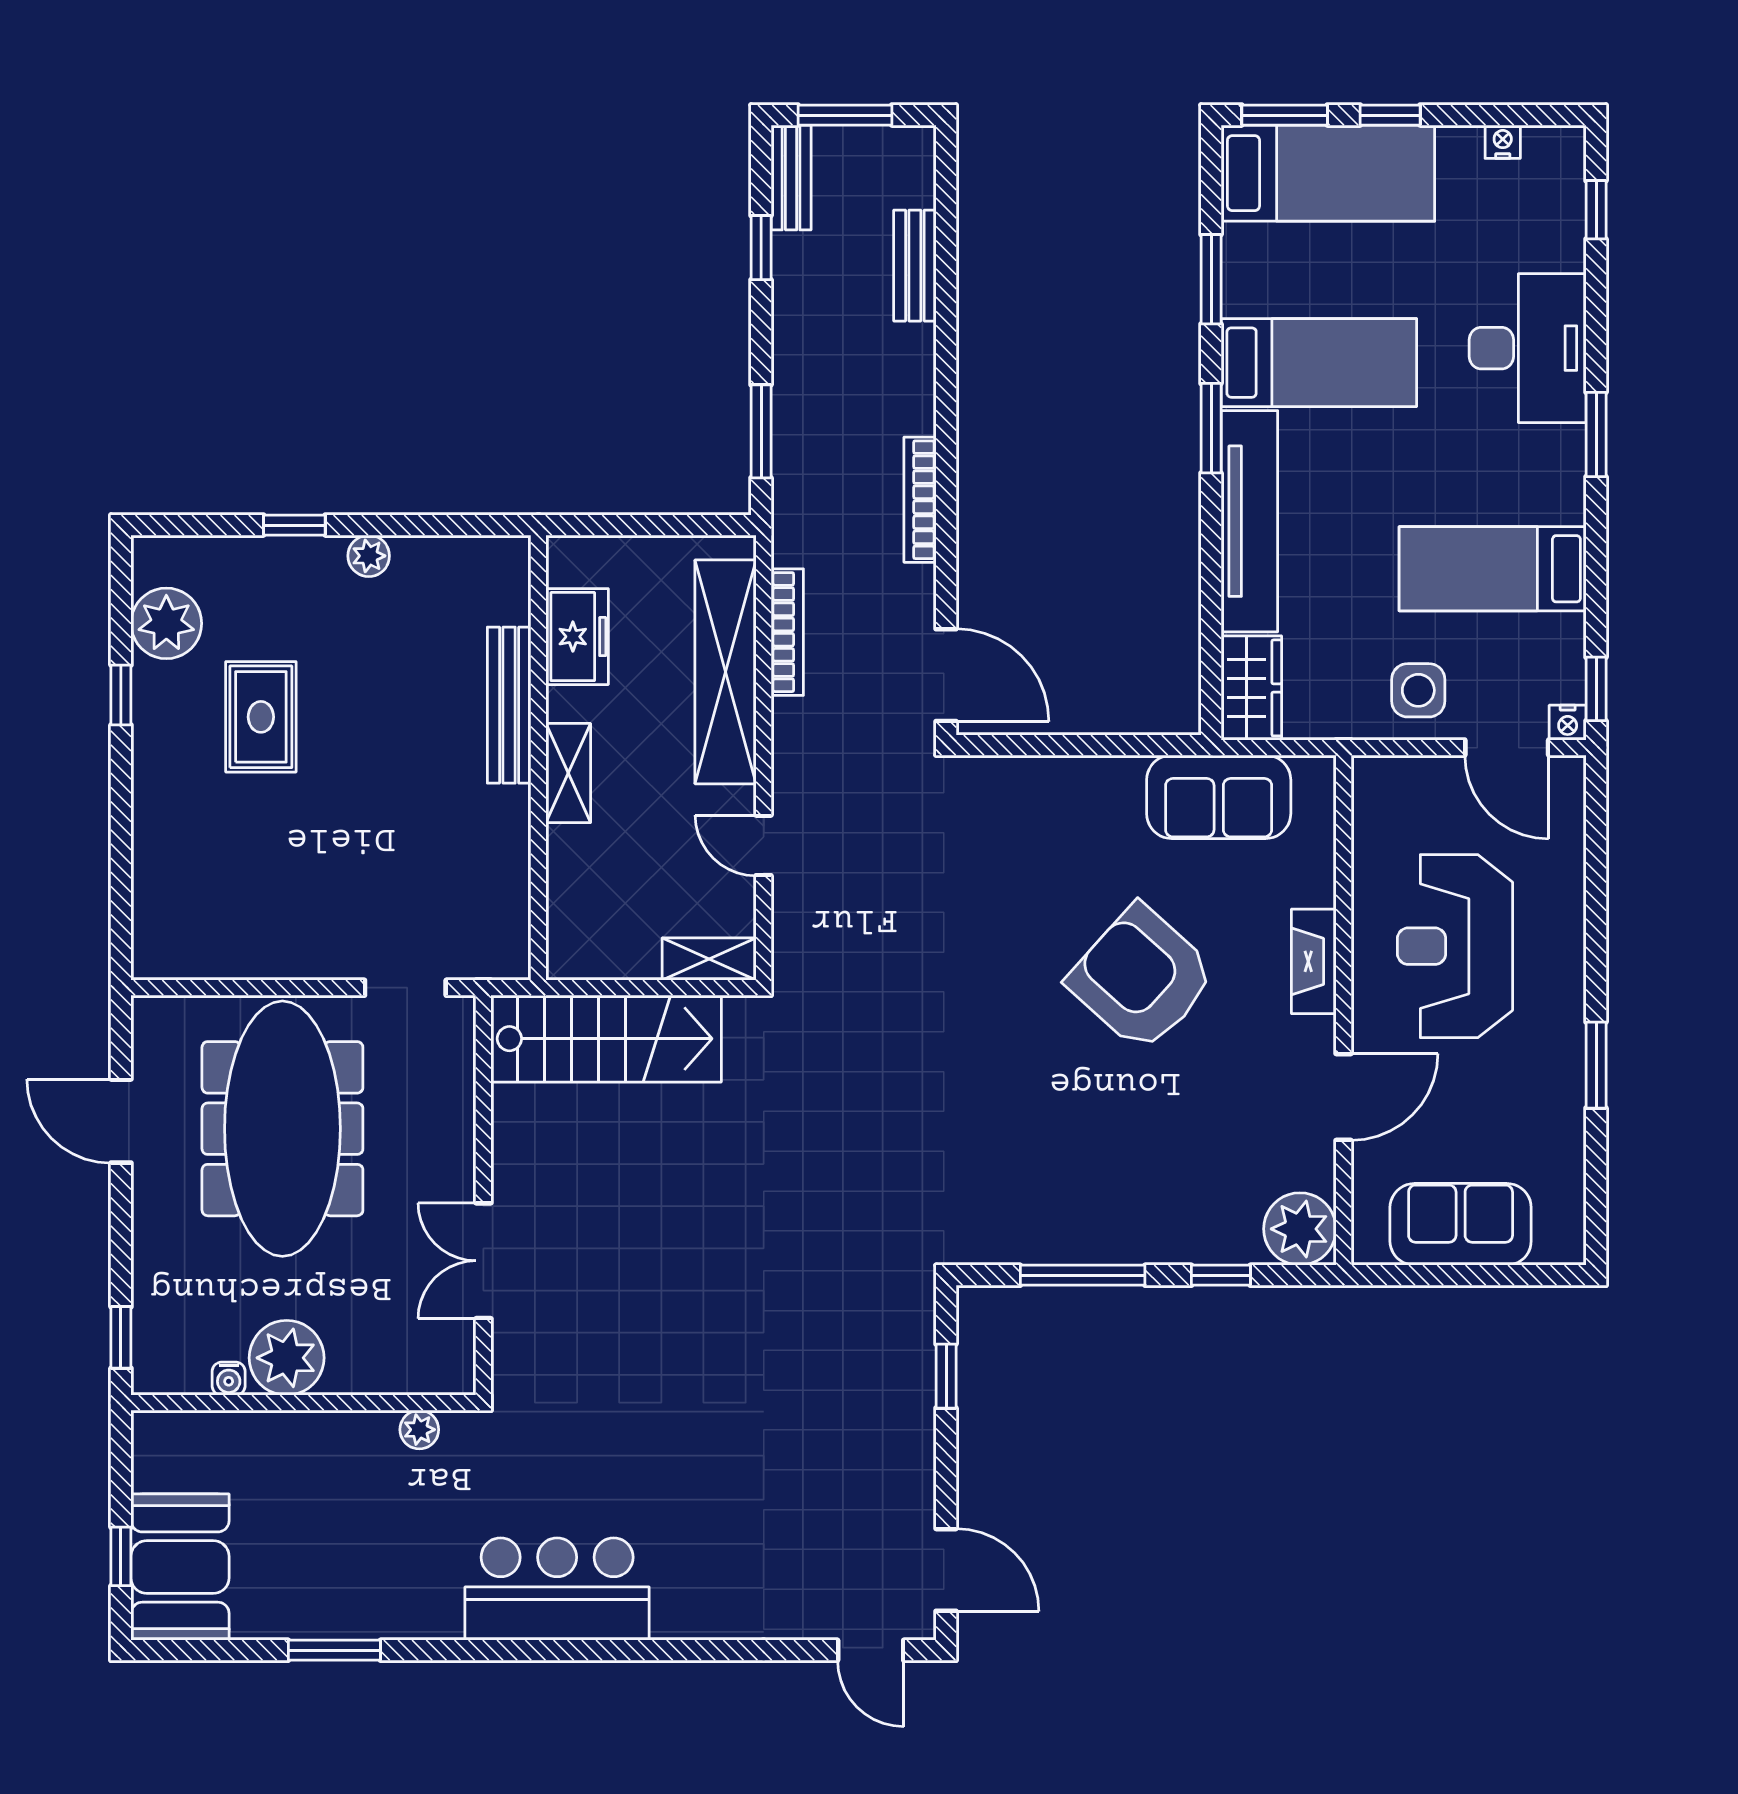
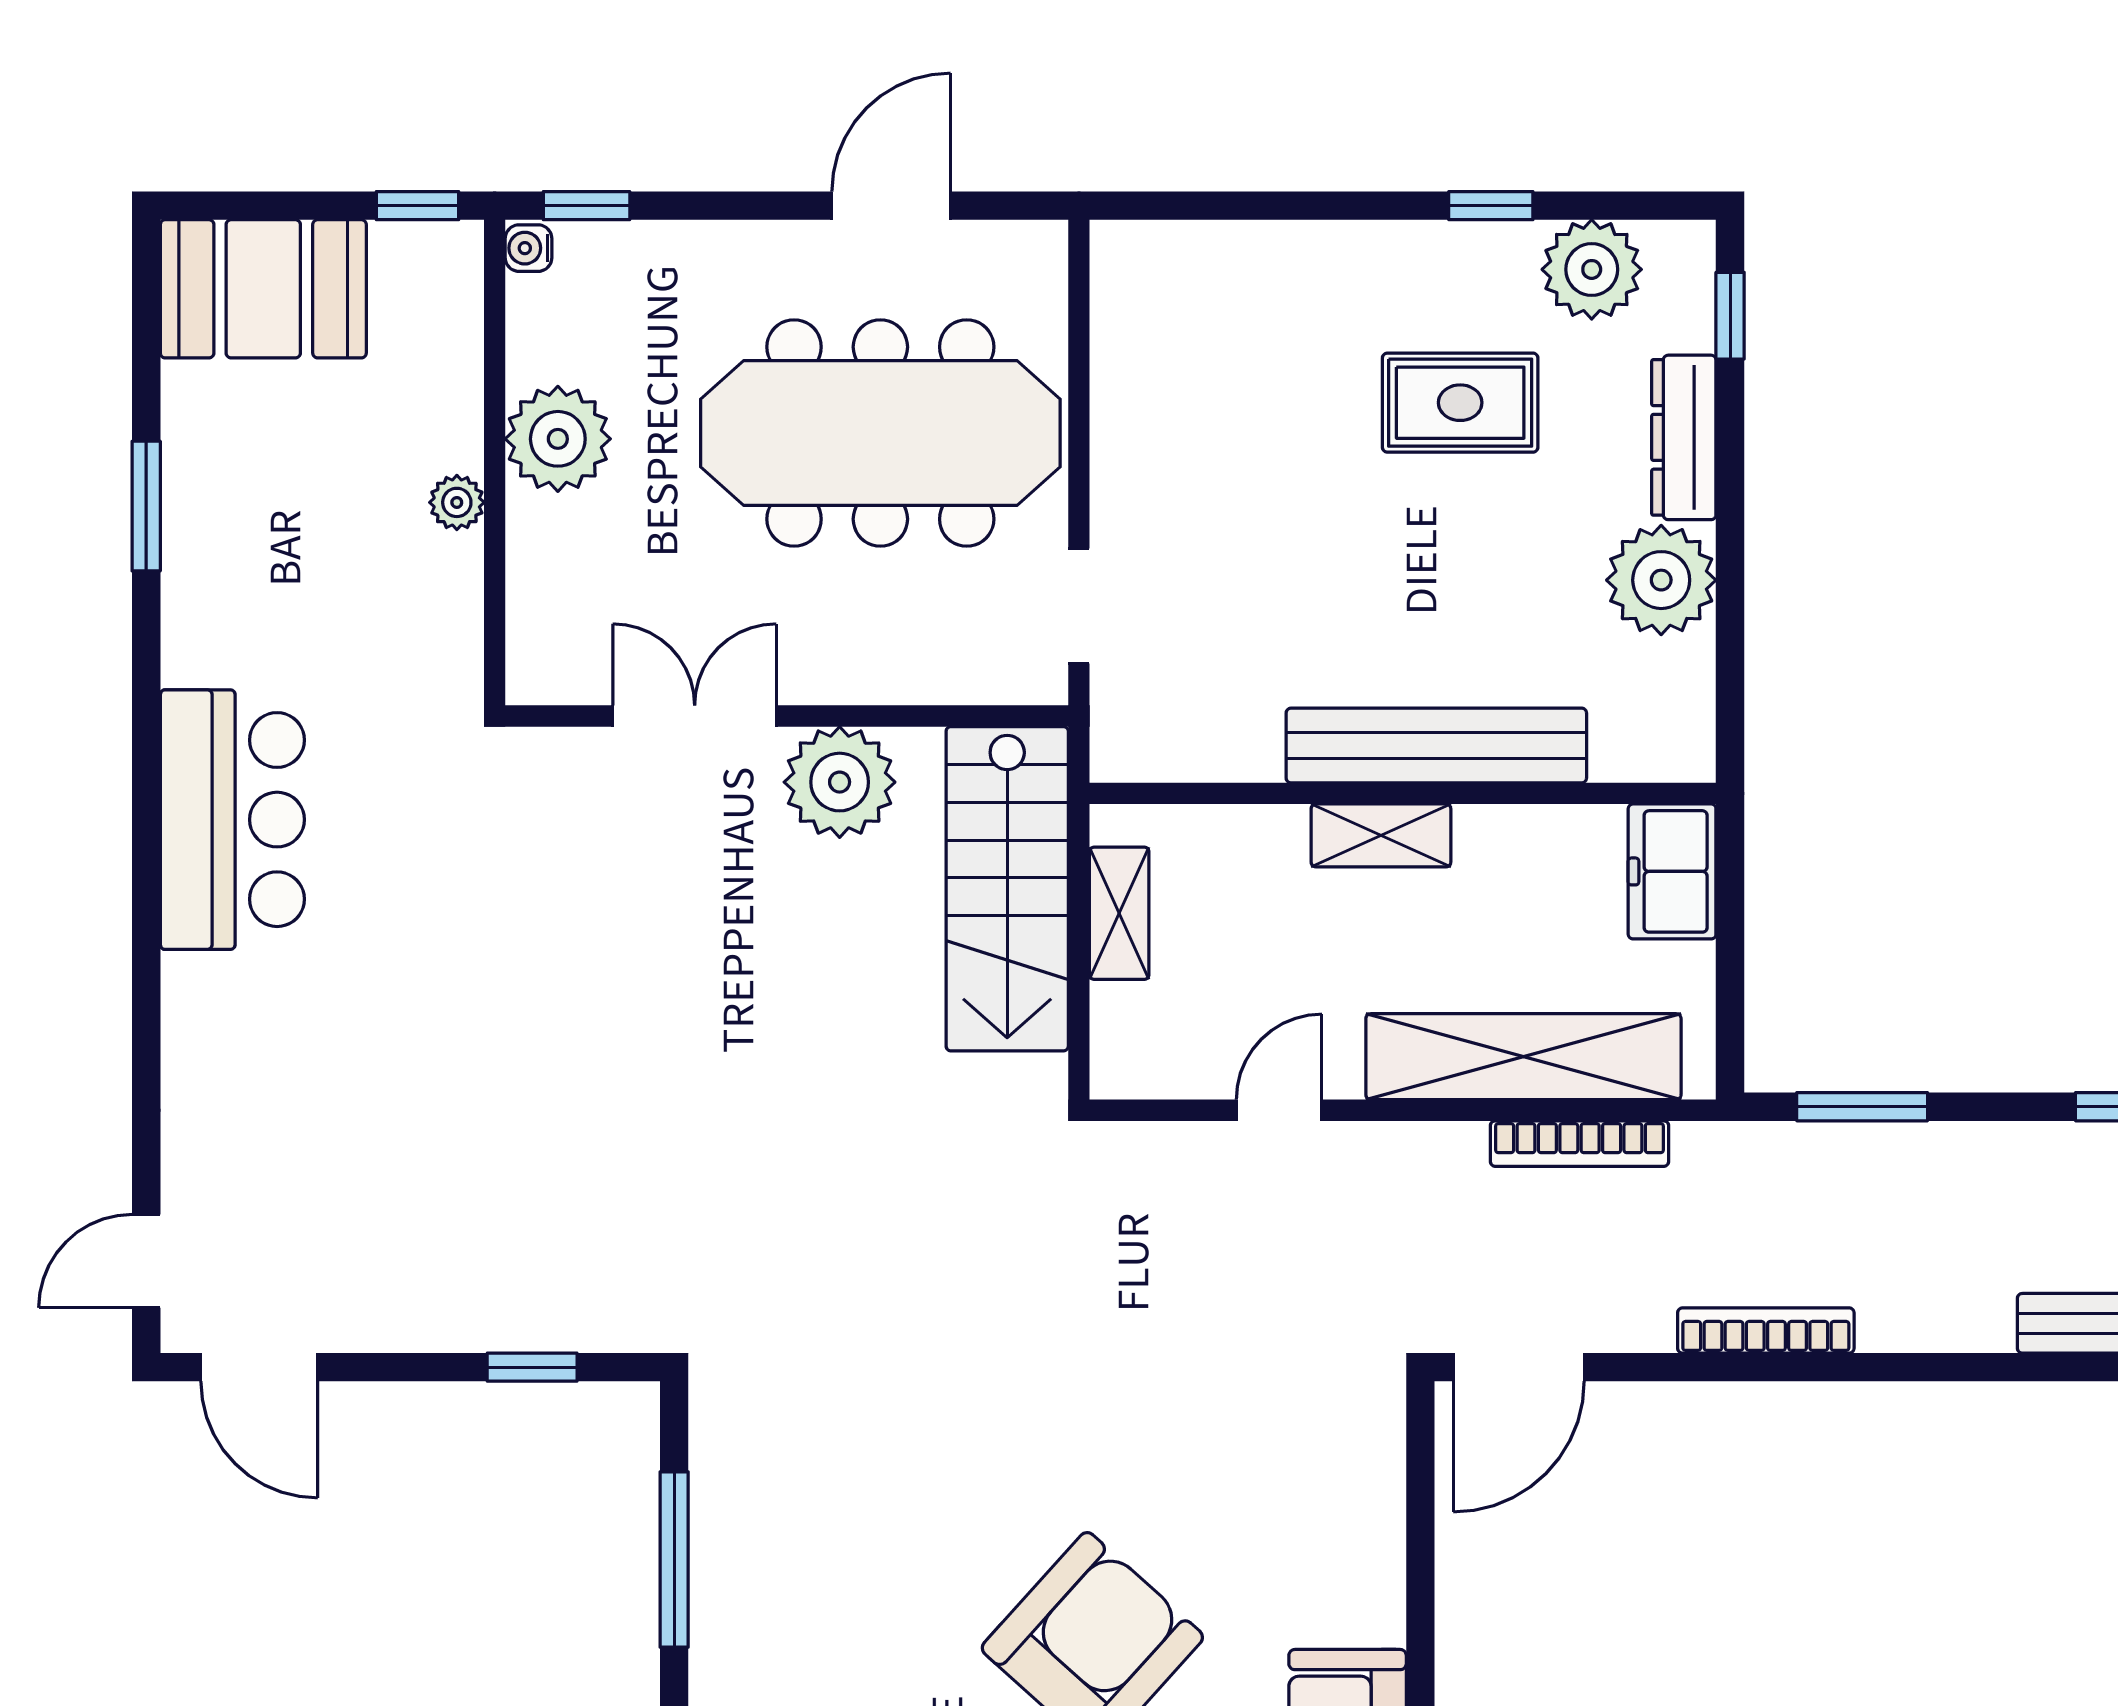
window: (294, 525) -> (1730, 316), moved
plant: (369, 556) -> (1661, 580), width x1.87, depth x1.87
dresser: (286, 558) -> (1684, 437), added
freezer: (577, 637) -> (1672, 871), moved, turned 90
bench: (509, 705) -> (1436, 746), width x1.37, depth x1.21
shelving: (709, 959) -> (1119, 913), moved
plant: (530, 1158) -> (840, 782), added
water cooler: (229, 1379) -> (529, 248), moved
plant: (419, 1430) -> (457, 502), moved
window: (121, 1556) -> (418, 206), moved
door: (946, 1570) -> (259, 1367), hinge flipped

